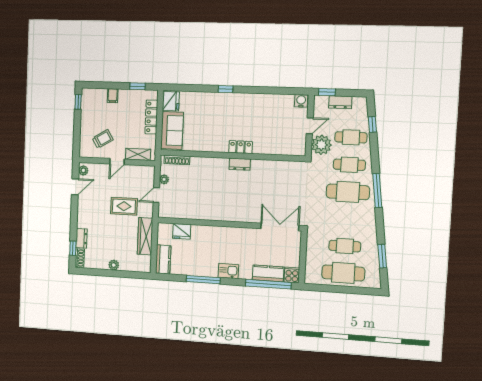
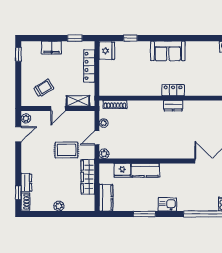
window: (226, 89) -> (130, 38), moved
filing cabinet: (113, 96) -> (51, 48), width x2.00
sofa: (172, 130) -> (168, 51), moved, turned 90
plant: (163, 213) -> (104, 154), added
kitchen counter: (268, 273) -> (145, 170), moved, turned 180
window: (203, 280) -> (144, 214), width x0.69

